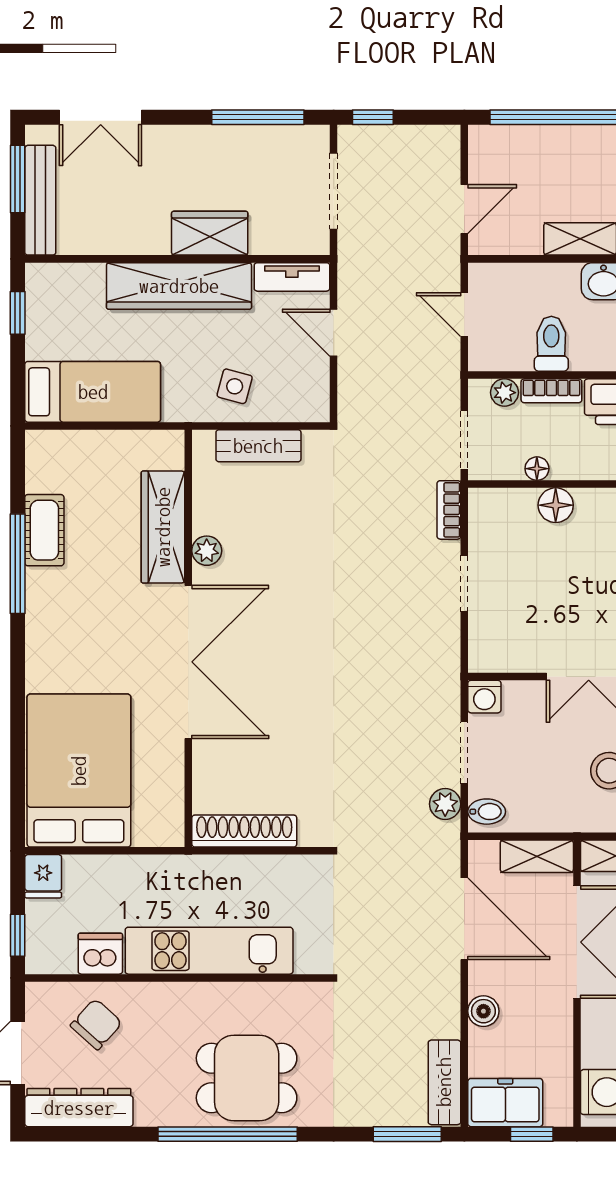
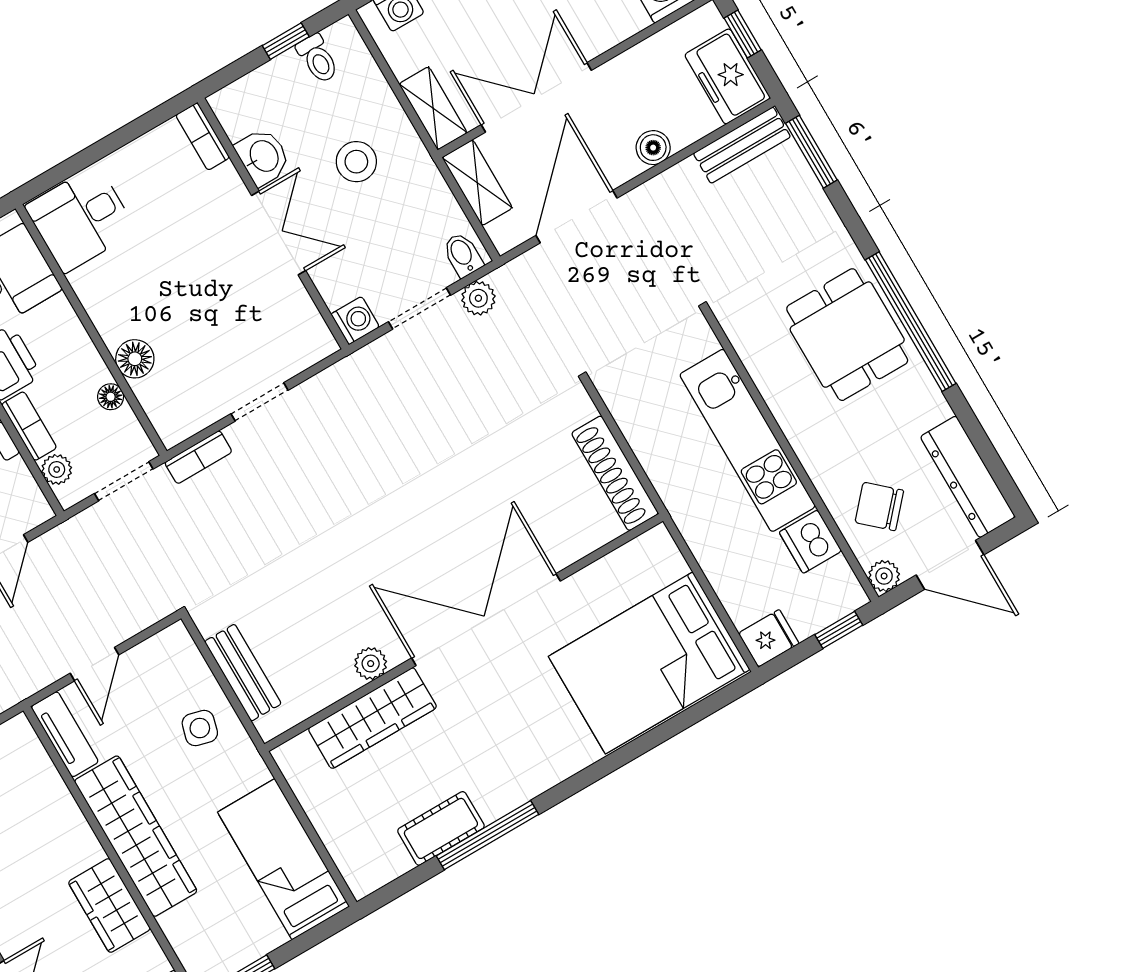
wardrobe: (210, 233) -> (109, 905), moved
plant: (39, 996) -> (884, 576), added

